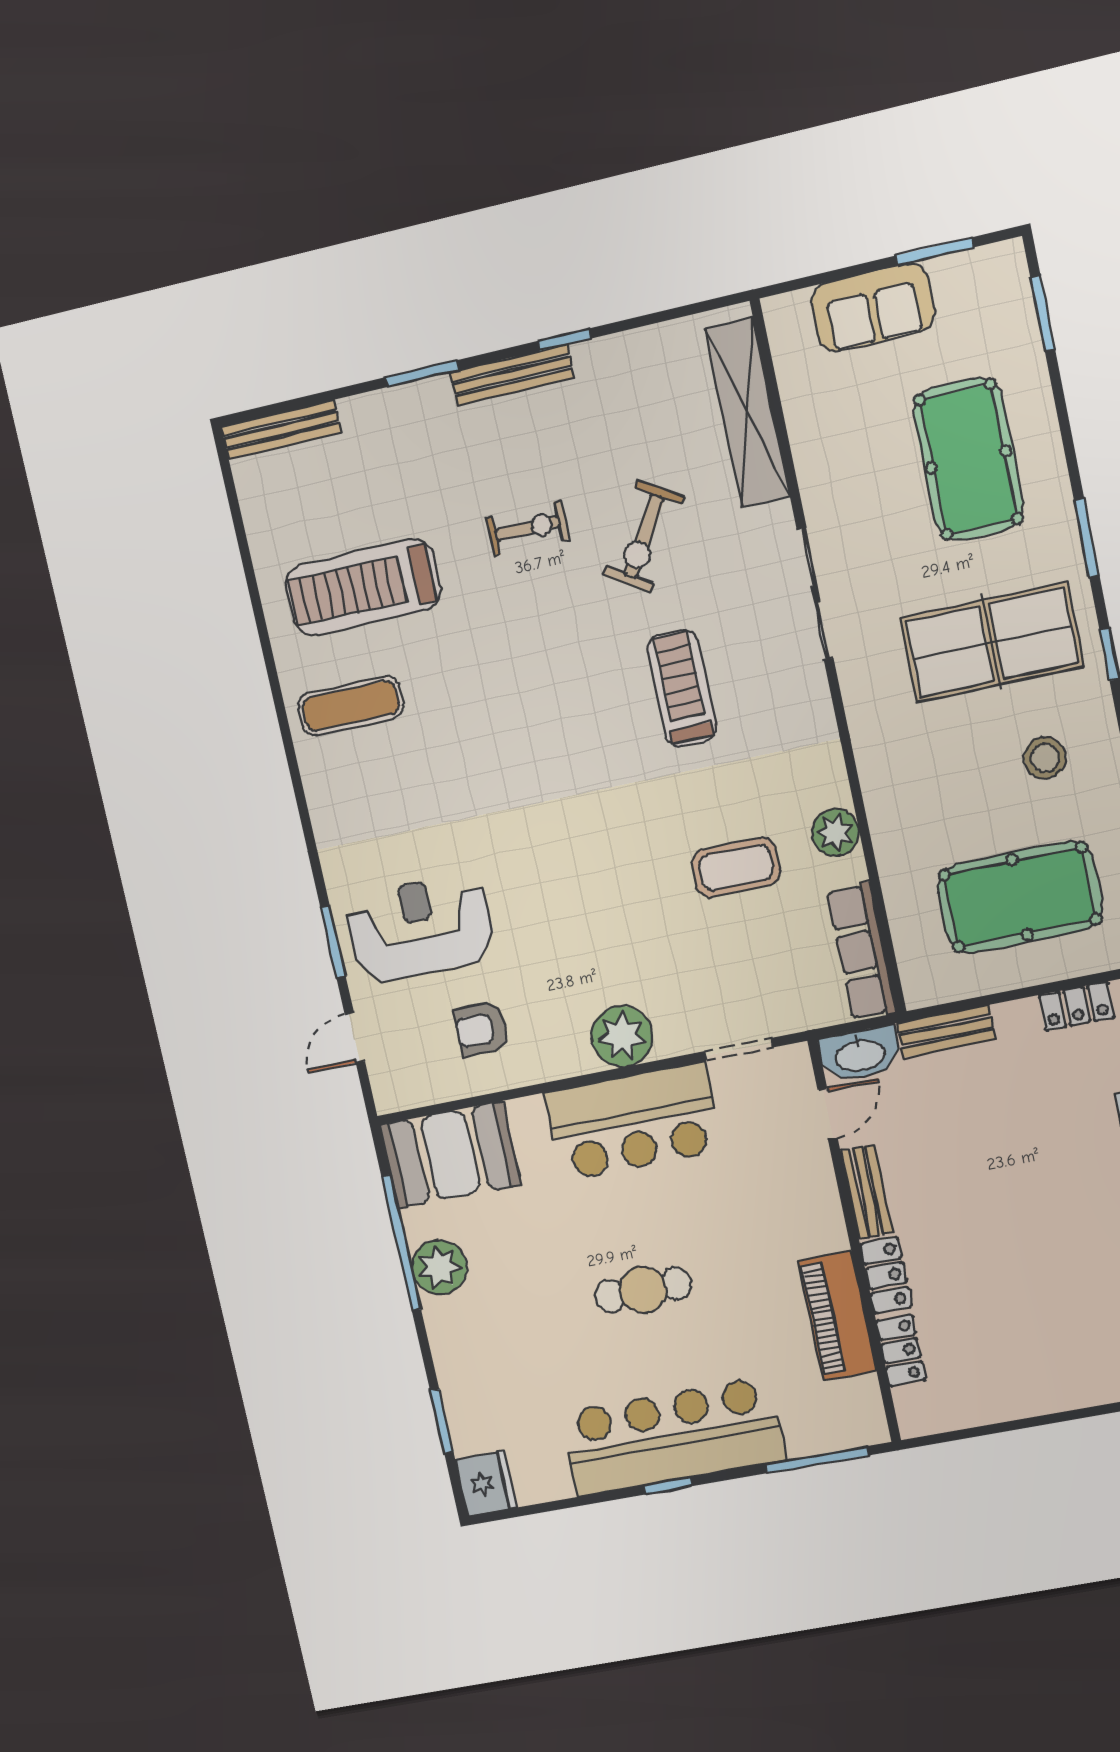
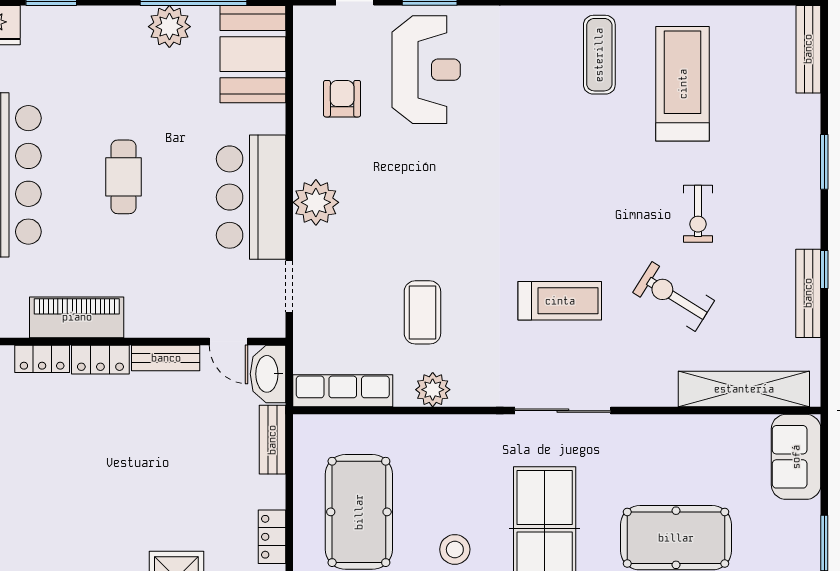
sofa: (873, 307) -> (796, 457), moved
bench: (512, 375) -> (808, 293), moved
sliding door: (815, 594) -> (563, 411), moved

